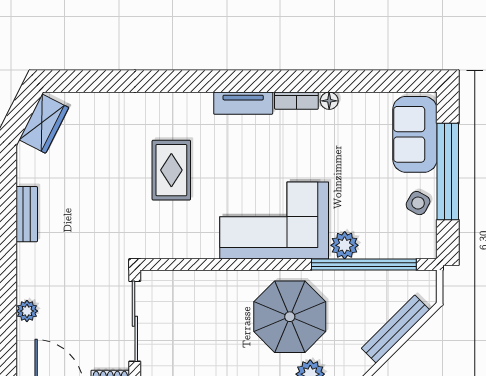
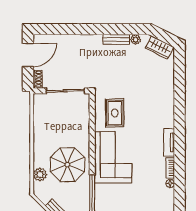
rug: (171, 170) -> (115, 113), moved, turned 90
plant: (345, 245) -> (101, 191), removed
plant: (27, 311) -> (136, 39), moved

